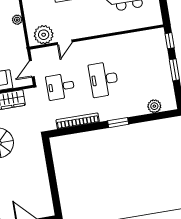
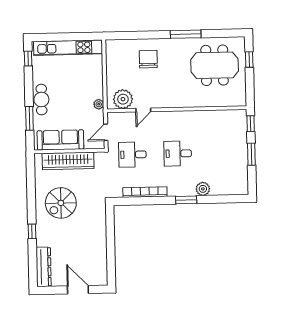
plant: (17, 20) -> (99, 104), moved
desk: (104, 79) -> (178, 153), width x0.73
plant: (154, 106) -> (203, 189), moved

